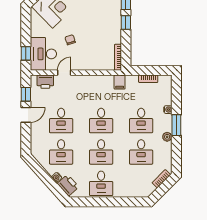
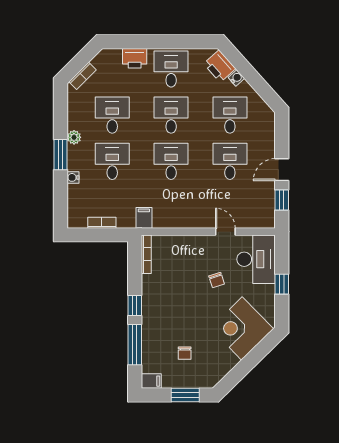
window: (26, 53) -> (282, 284), moved
door: (64, 73) -> (225, 232), swing flipped
printer: (45, 82) -> (135, 58), moved, turned 180

